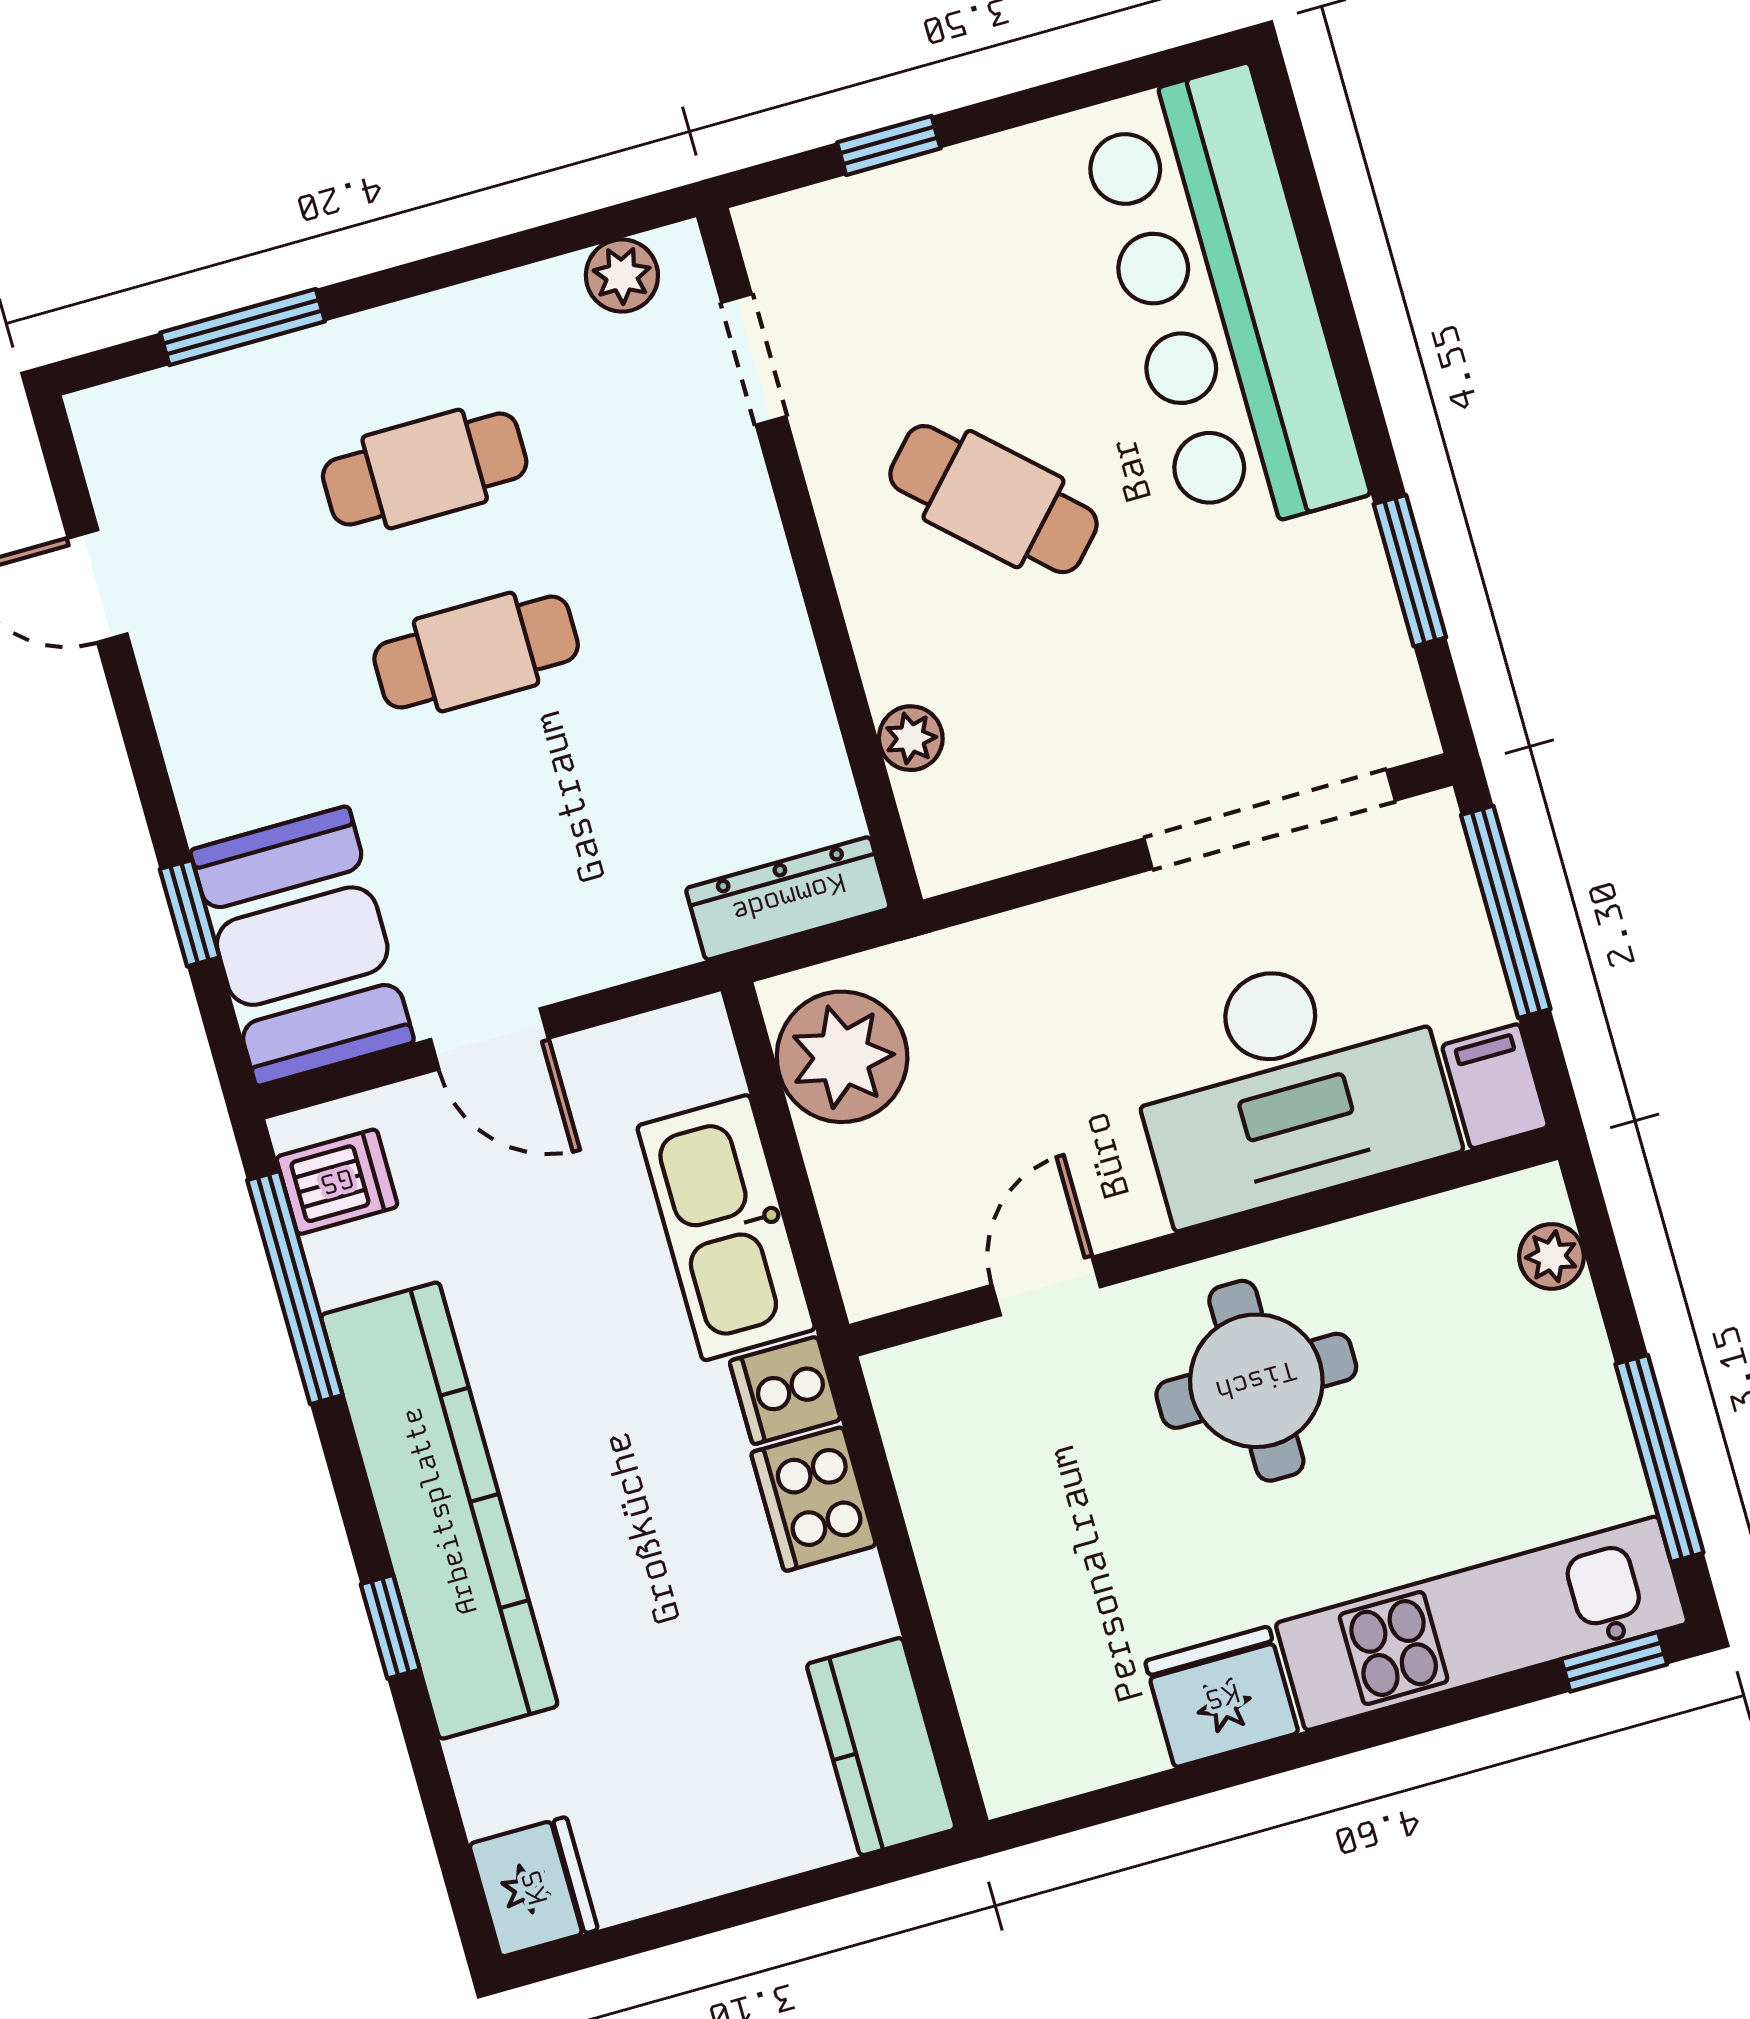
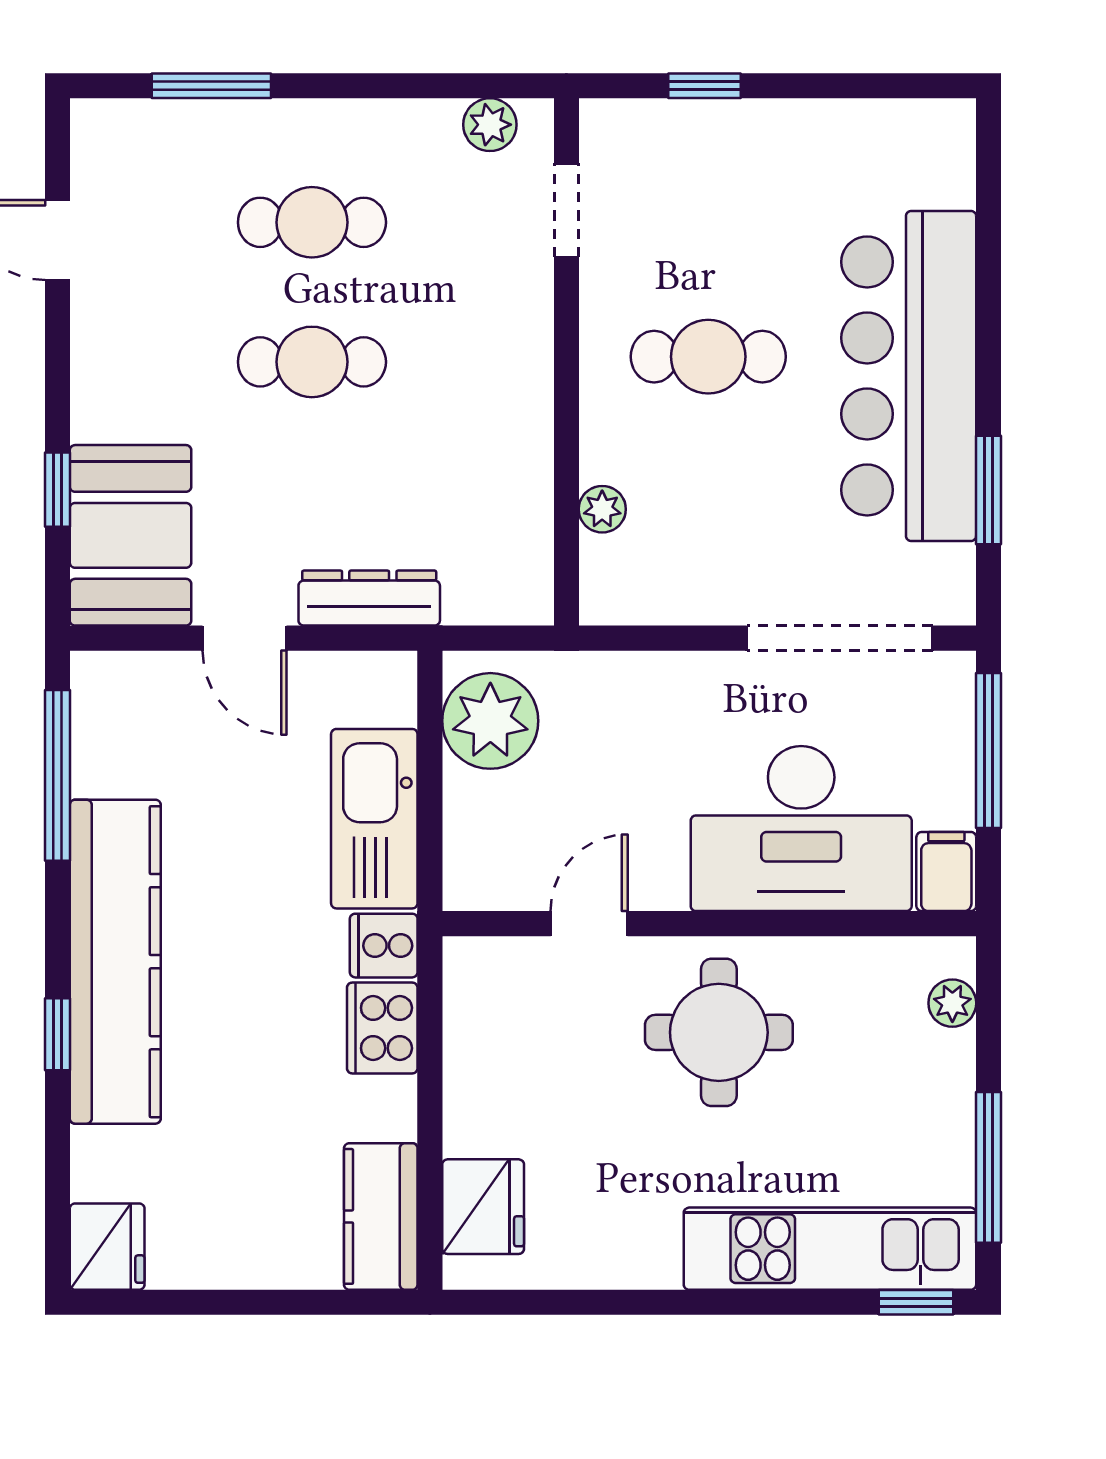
bar counter: (1222, 303) -> (909, 376), moved
cafe table: (993, 499) -> (708, 357), turned -43
dresser: (788, 898) -> (369, 598), moved
dishwasher: (337, 1182) -> (108, 709), removed
fridge: (1222, 1697) -> (483, 1207), moved, turned 90

